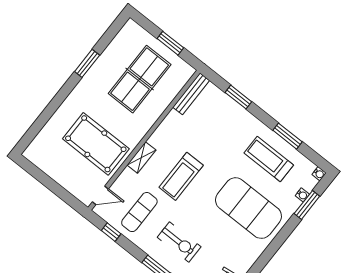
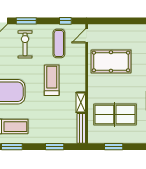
table tennis table: (140, 79) -> (115, 115), turned 90
shelving: (141, 157) -> (81, 102), moved
exercise bike: (179, 242) -> (25, 44), turned 90

